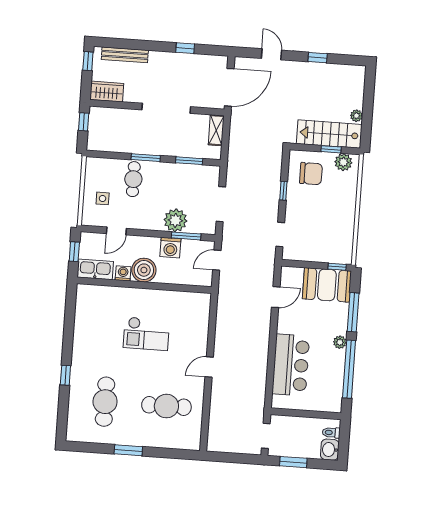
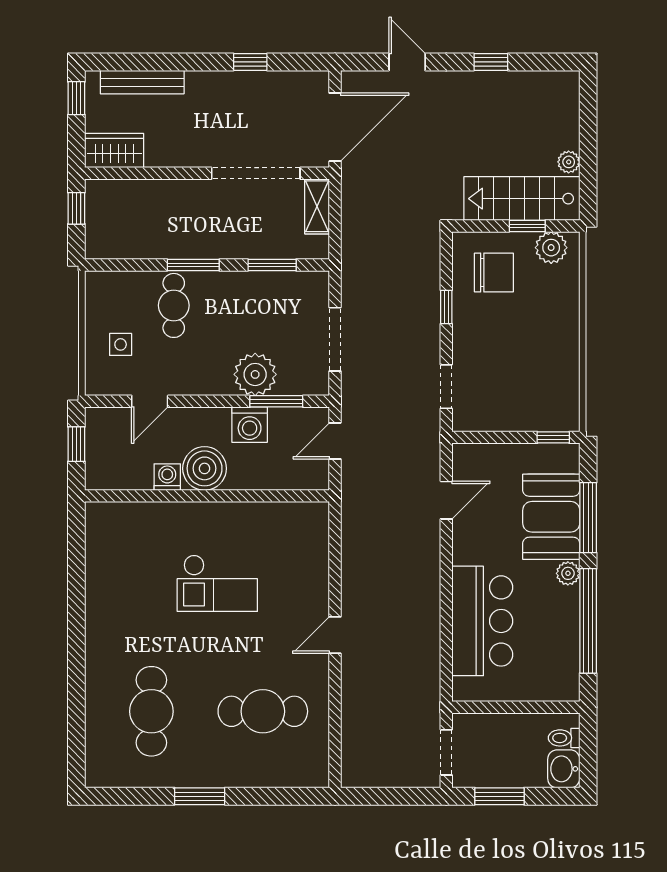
doorway: (166, 108) -> (256, 173), moved
kitchen sink: (95, 269) -> (117, 474), removed
booth: (327, 285) -> (551, 517), moved, turned 90
window: (65, 375) -> (76, 669), removed

